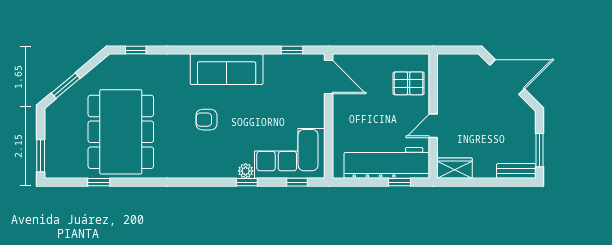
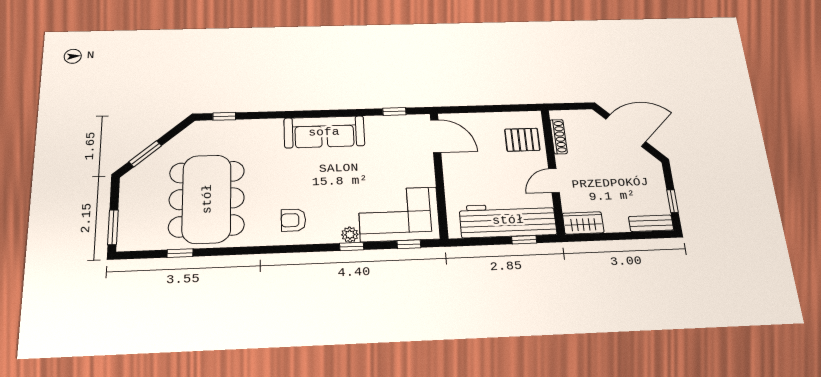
shoe rack: (443, 81) -> (559, 137), added
armchair: (206, 120) -> (293, 220), moved
window: (540, 150) -> (672, 201), width x0.67

